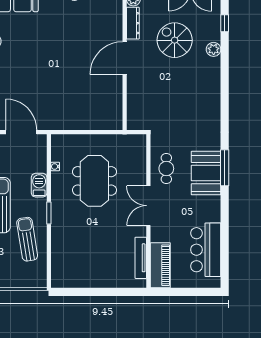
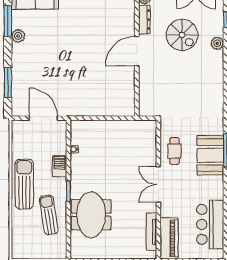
spiral stairs: (175, 40) -> (182, 35), turned 180
meeting table: (94, 181) -> (91, 215), moved

